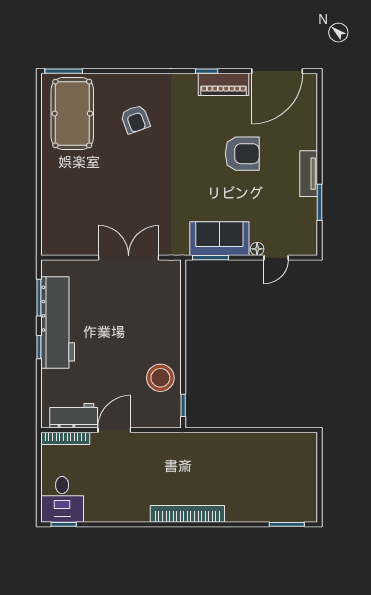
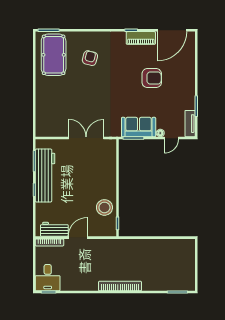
armchair: (135, 119) -> (90, 58), turned -146
tv unit: (309, 174) -> (190, 124), moved

